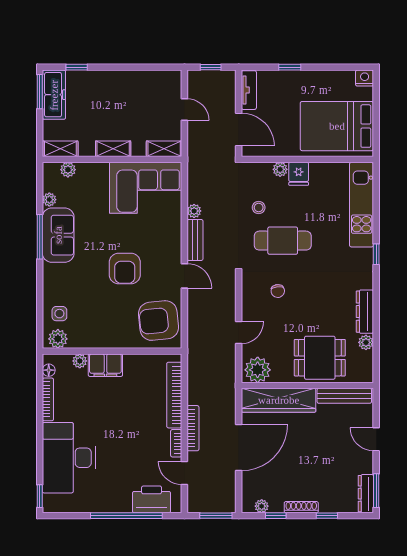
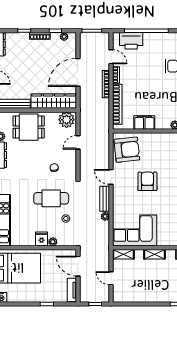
filing cabinet: (105, 365) -> (144, 122), moved

